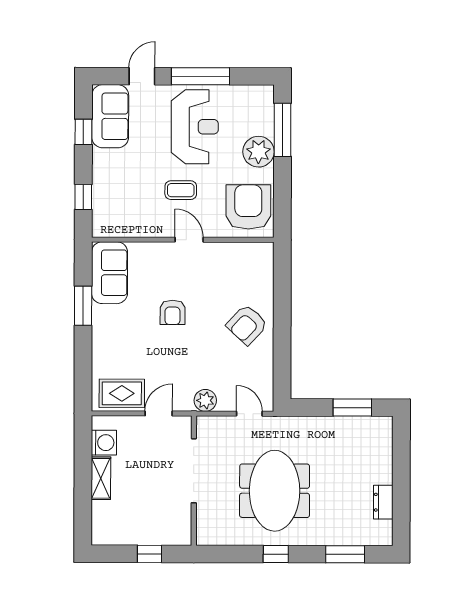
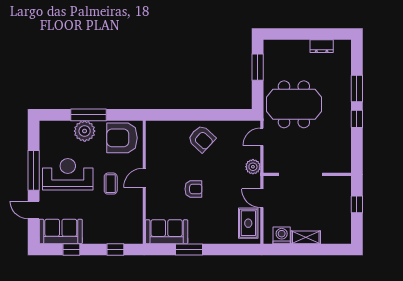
window: (282, 130) -> (88, 115), moved
meeting table: (275, 491) -> (294, 104), moved
window: (345, 554) -> (357, 89), moved

